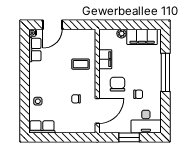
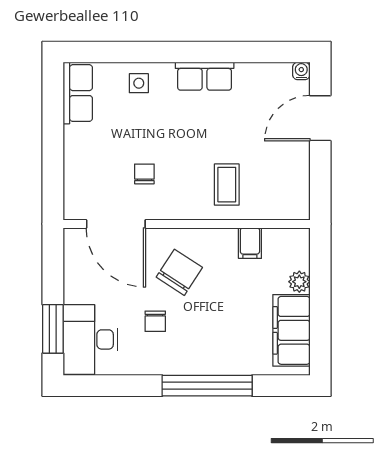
door: (53, 25) -> (320, 118), hinge flipped
row of seats: (35, 50) -> (205, 76), moved
filing cabinet: (105, 59) -> (250, 243), width x0.50
chair: (118, 84) -> (179, 272), turned -57
window: (129, 137) -> (53, 329), moved

